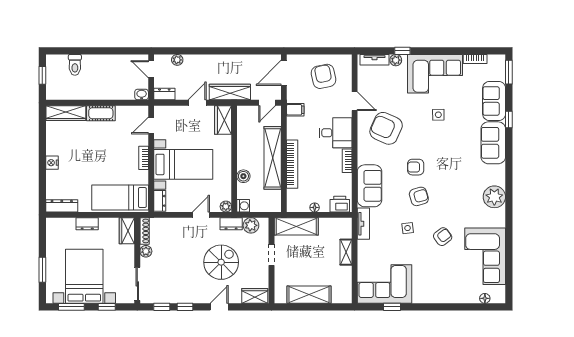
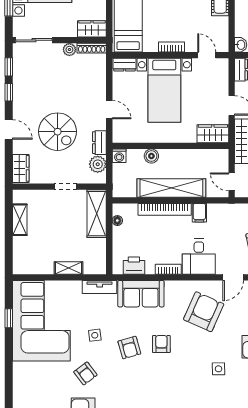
filing cabinet: (295, 110) -> (199, 213), moved
printer: (340, 204) -> (134, 266), moved, turned -90
plant: (226, 207) -> (118, 137), removed
floor lamp: (315, 207) -> (117, 221), moved
corner sofa: (384, 284) -> (41, 321), width x1.36, depth x1.36
shelving: (309, 295) -> (20, 220), width x0.67, depth x0.75

